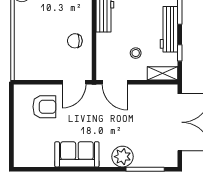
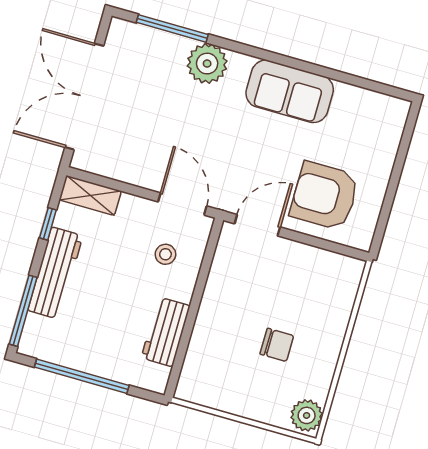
chair: (75, 41) -> (277, 345), moved
stool: (136, 53) -> (165, 254), moved
armchair: (44, 107) -> (324, 196), width x1.36, depth x1.36

